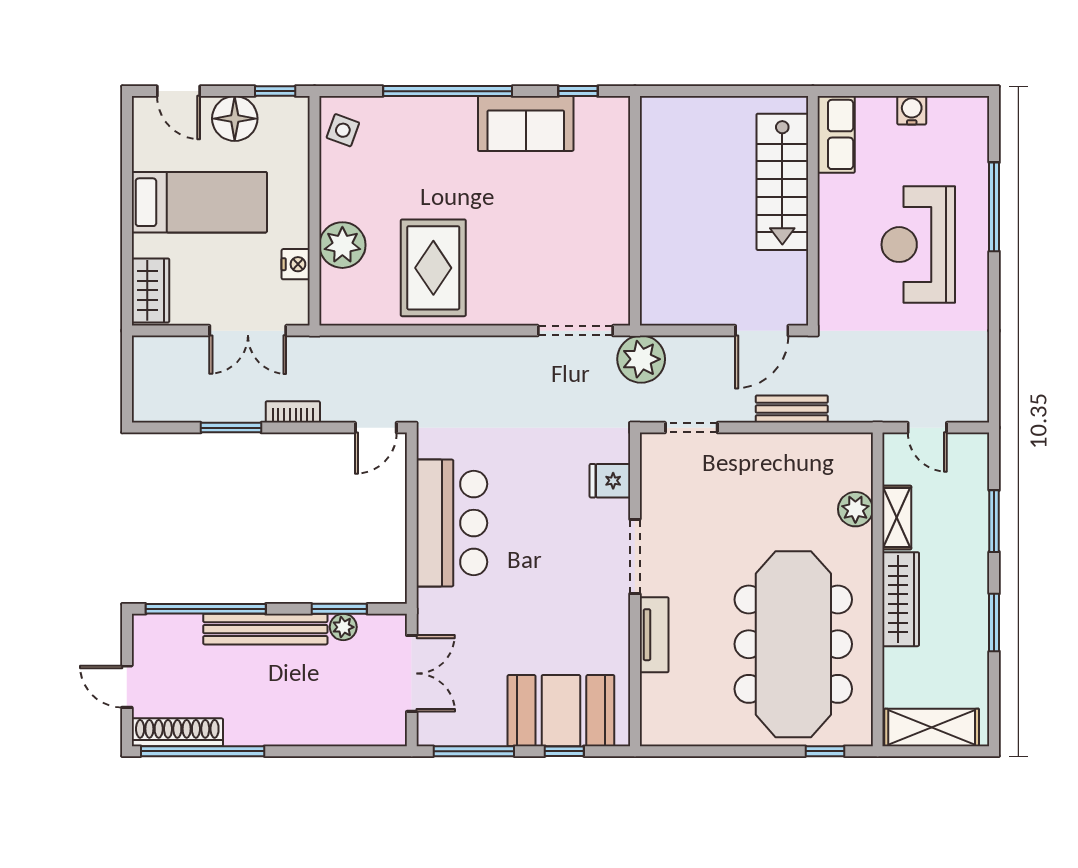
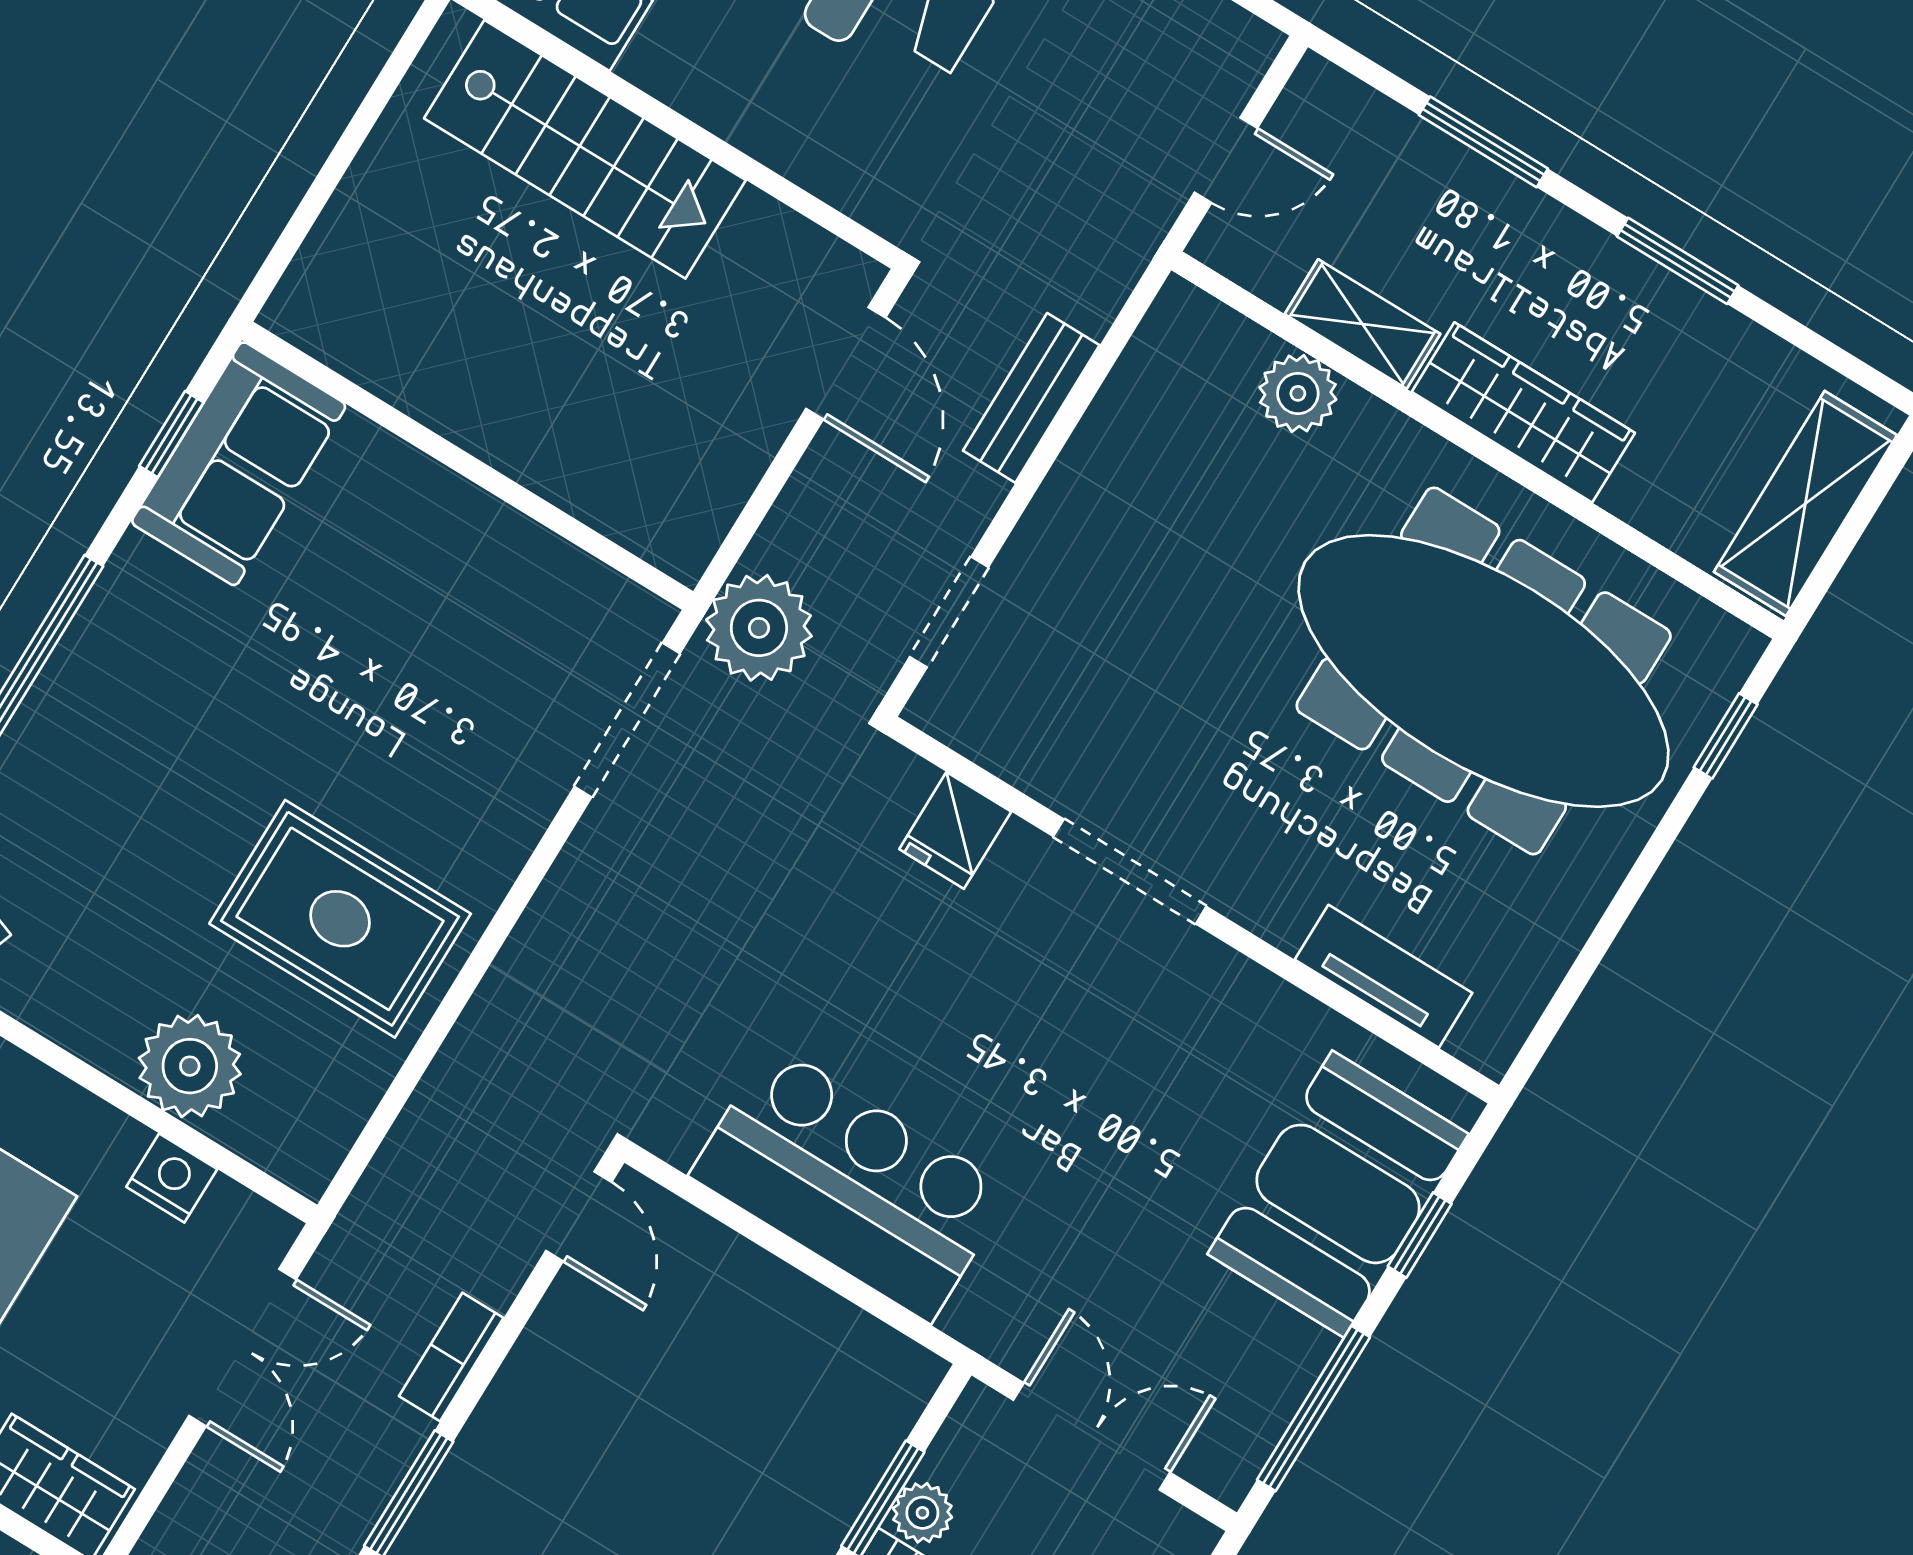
sofa: (526, 123) -> (239, 464), moved
tv unit: (654, 635) -> (1384, 976), moved

